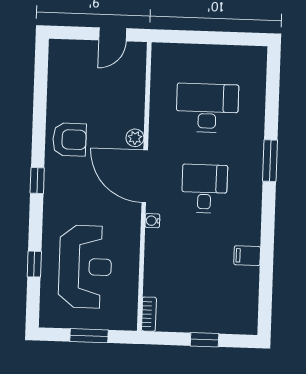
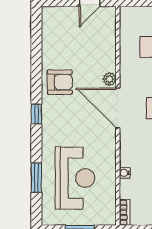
water cooler: (152, 221) -> (125, 173), moved
window: (34, 264) -> (36, 178), width x1.50

